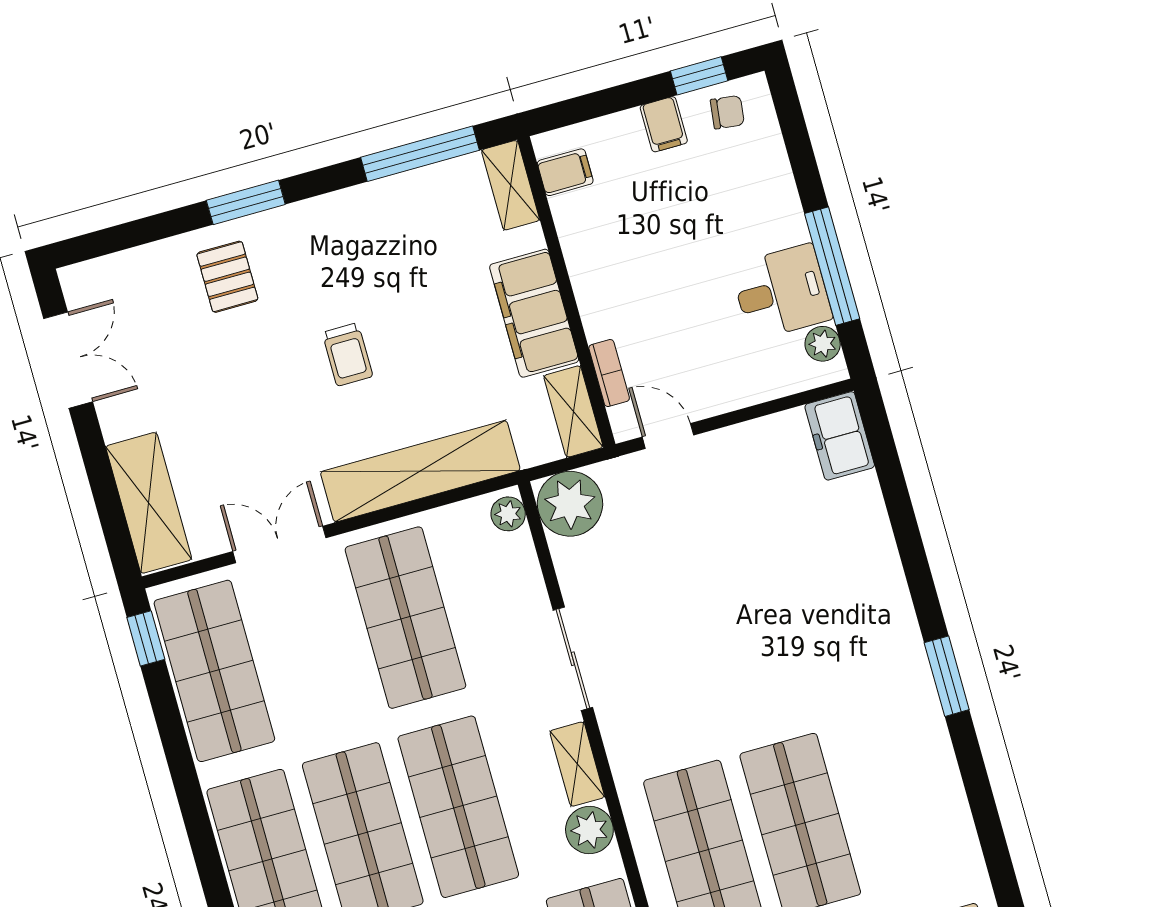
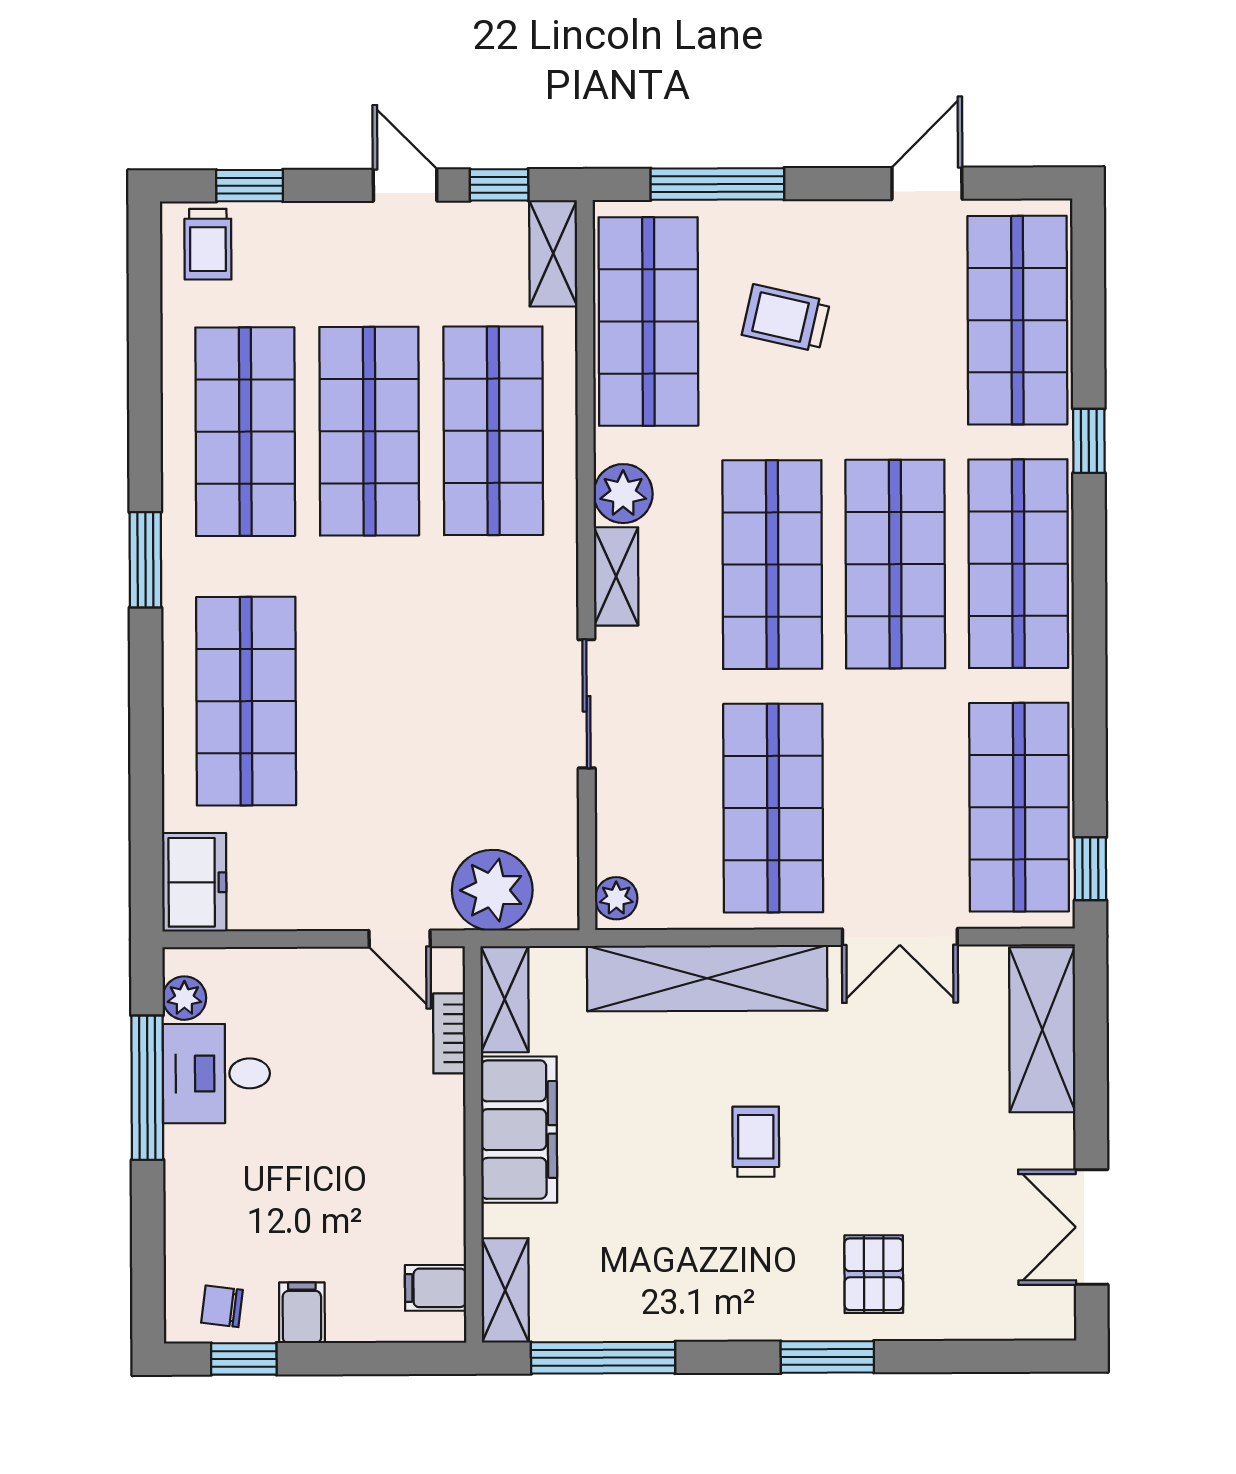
plant: (570, 504) -> (492, 890), moved
shop shelf: (838, 588) -> (246, 701), added
shop shelf: (897, 797) -> (245, 432), added

